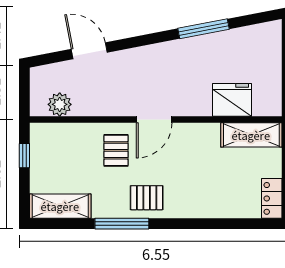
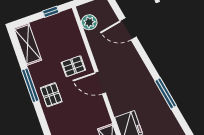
door: (89, 51) -> (128, 29), swing flipped

